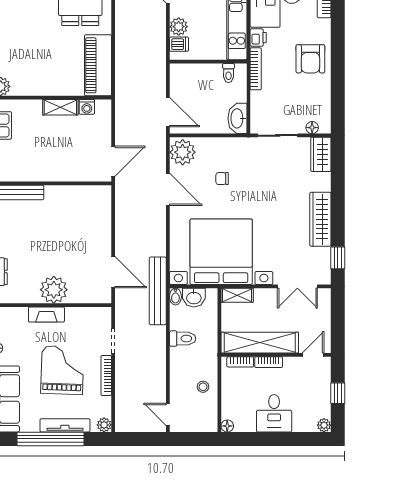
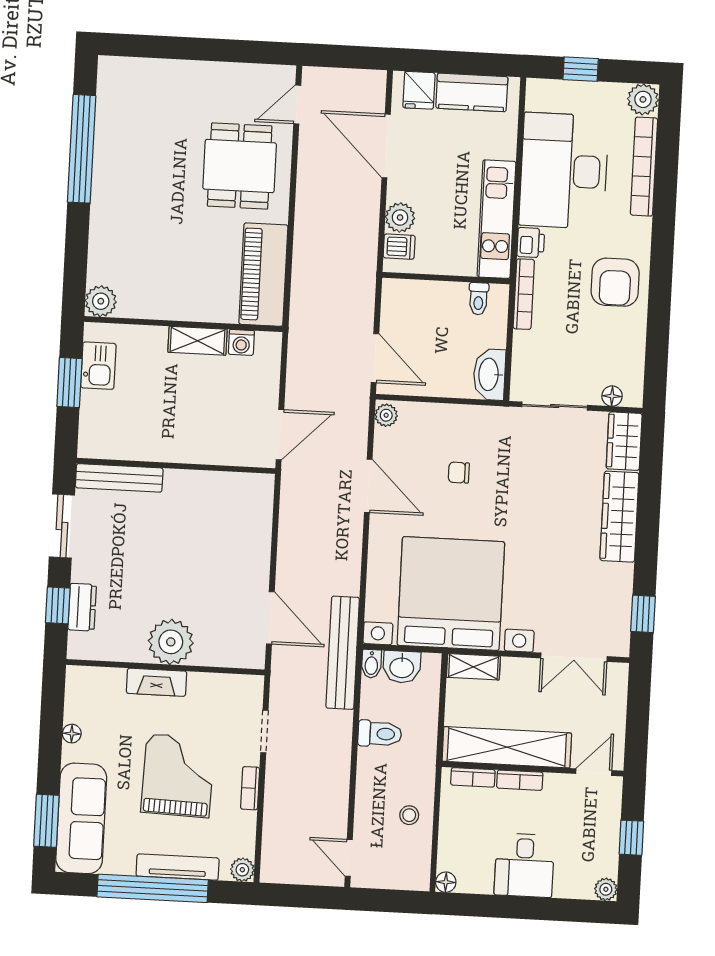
plant: (183, 152) -> (386, 415), width x0.53, depth x0.53
wardrobe: (320, 219) -> (619, 517), moved
bookcase: (106, 375) -> (250, 788), width x0.64

